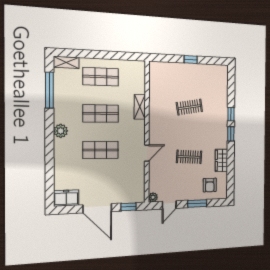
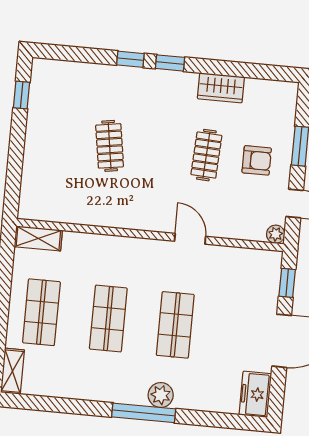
window: (191, 60) -> (22, 95), moved
window: (49, 90) -> (144, 413), moved
shelving: (140, 107) -> (38, 238), moved
plant: (61, 131) -> (161, 395), moved
armchair: (210, 185) -> (257, 160), moved

